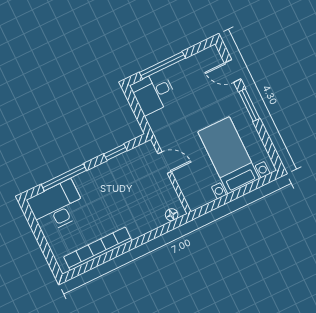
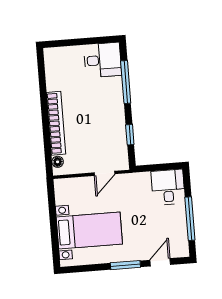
window: (162, 65) -> (190, 219), moved
desk: (57, 207) -> (103, 60), width x0.73
bookcase: (98, 249) -> (56, 123), moved

